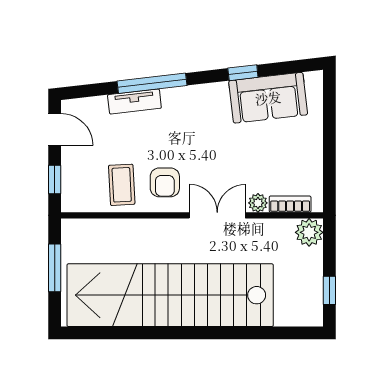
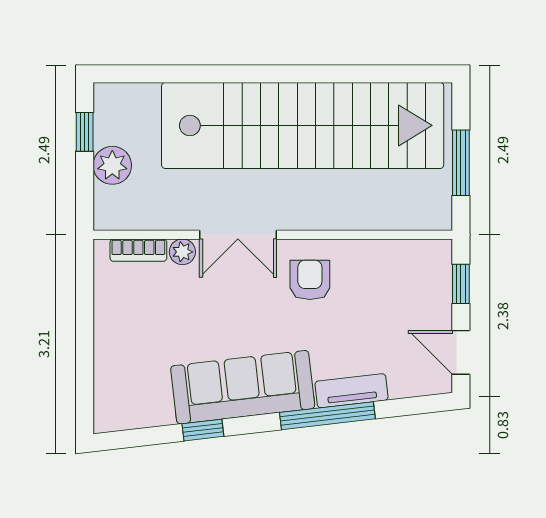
sofa: (268, 98) -> (243, 387), moved, width x1.36
coffee table: (122, 185) -> (369, 277), removed
plant: (309, 232) -> (112, 165), moved

